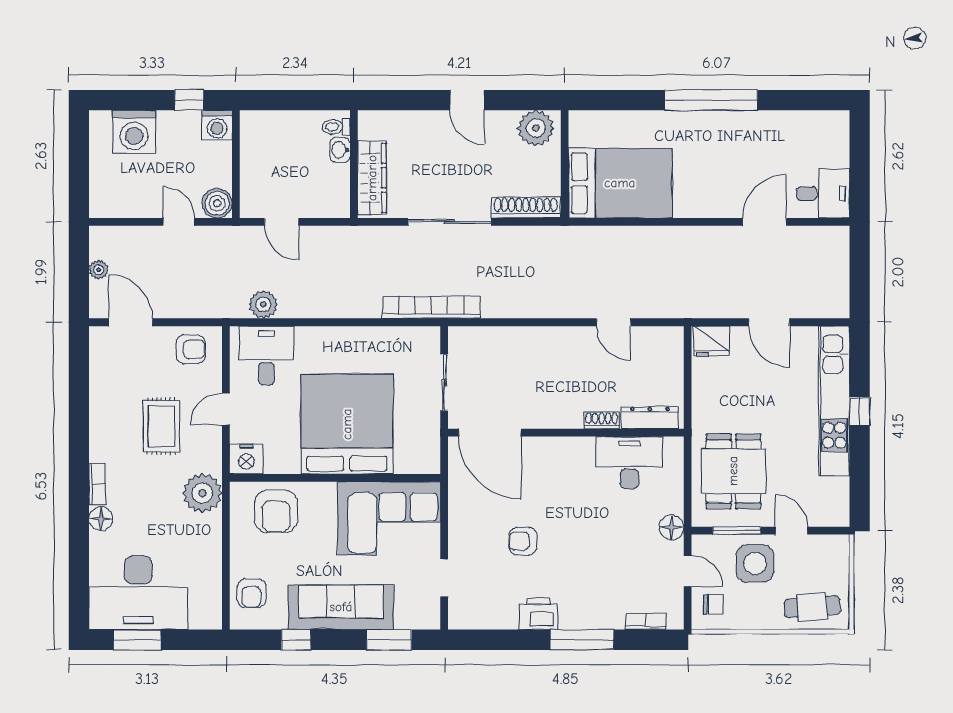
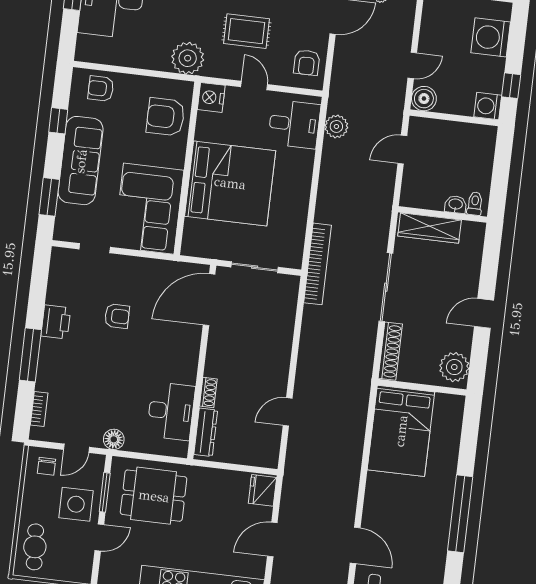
armchair: (523, 541) -> (117, 316), turned 90

